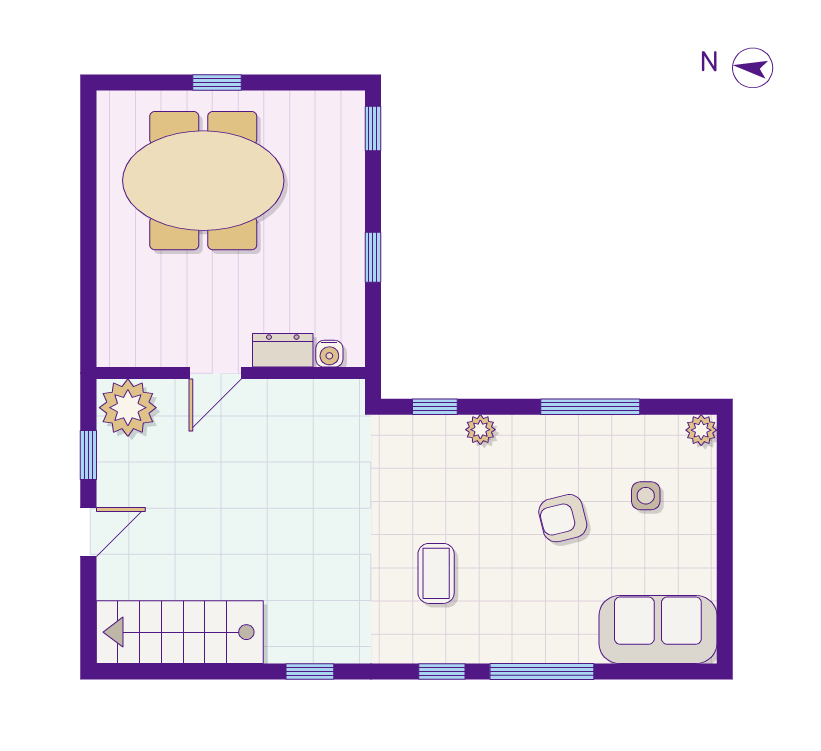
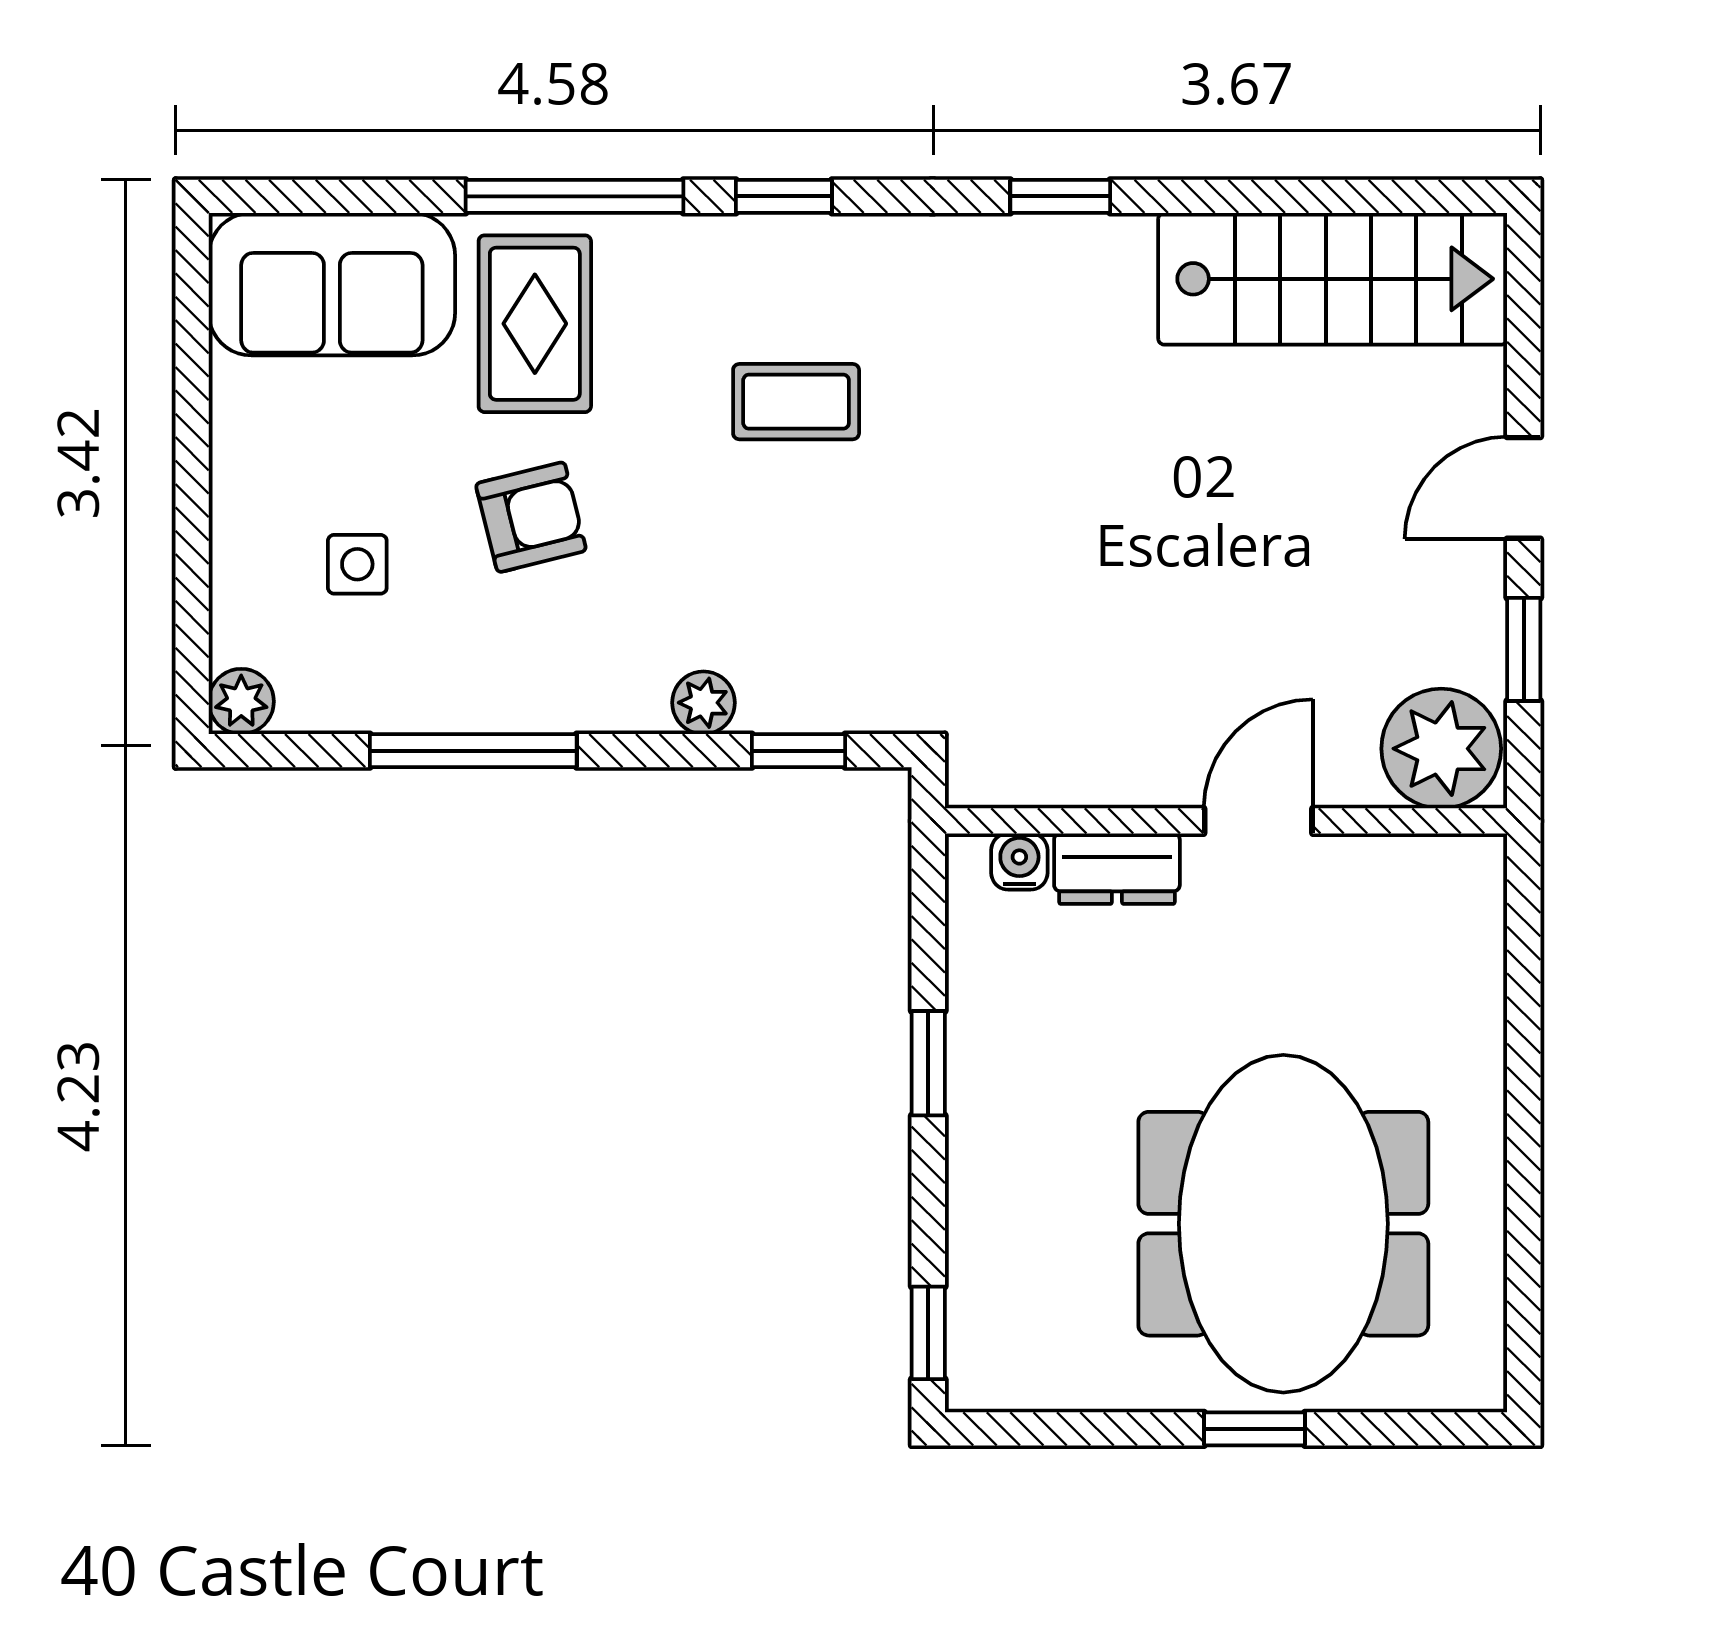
meeting table: (203, 181) -> (1283, 1224), turned 90
coffee table: (436, 573) -> (796, 402), turned 90
rug: (561, 611) -> (535, 324), added

